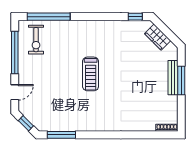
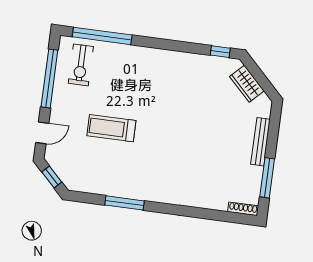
treadmill: (91, 74) -> (111, 128), moved, turned 90
window: (181, 81) -> (267, 178), moved
window: (61, 135) -> (124, 203), moved

